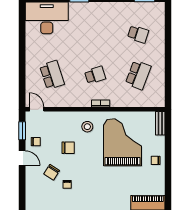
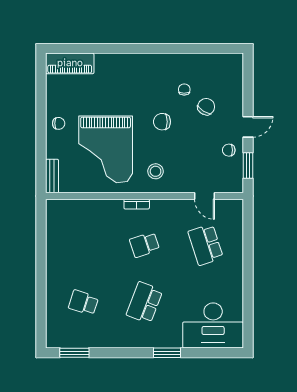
school desk: (138, 75) -> (144, 303), moved
door: (37, 109) -> (205, 196), moved
chair: (68, 148) -> (162, 122), moved
door: (22, 158) -> (248, 127), swing flipped

